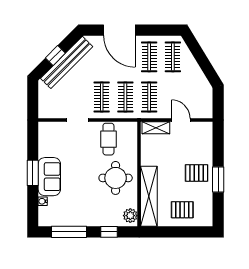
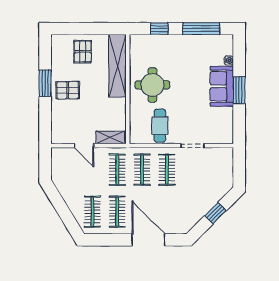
bench: (67, 62) -> (204, 206), removed
pallet: (182, 210) -> (83, 52), turned 90
plant: (130, 216) -> (137, 46), removed

